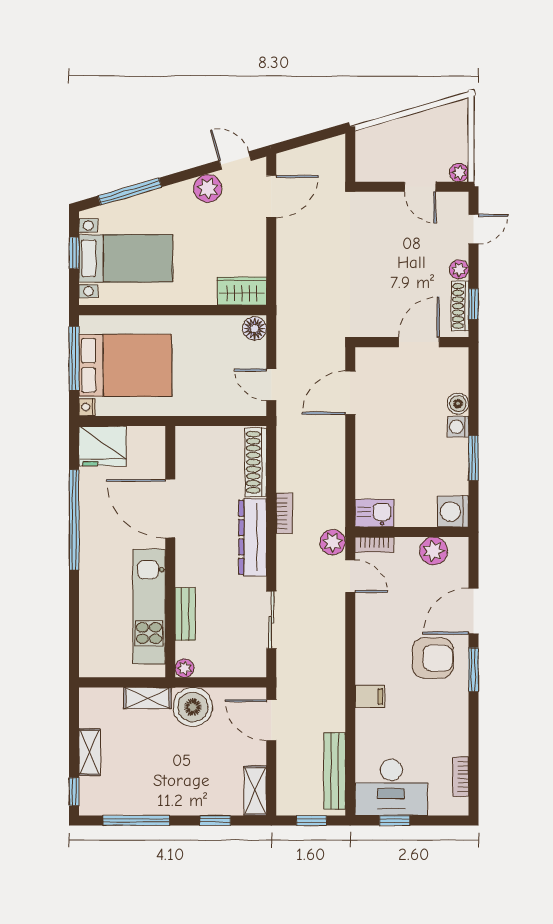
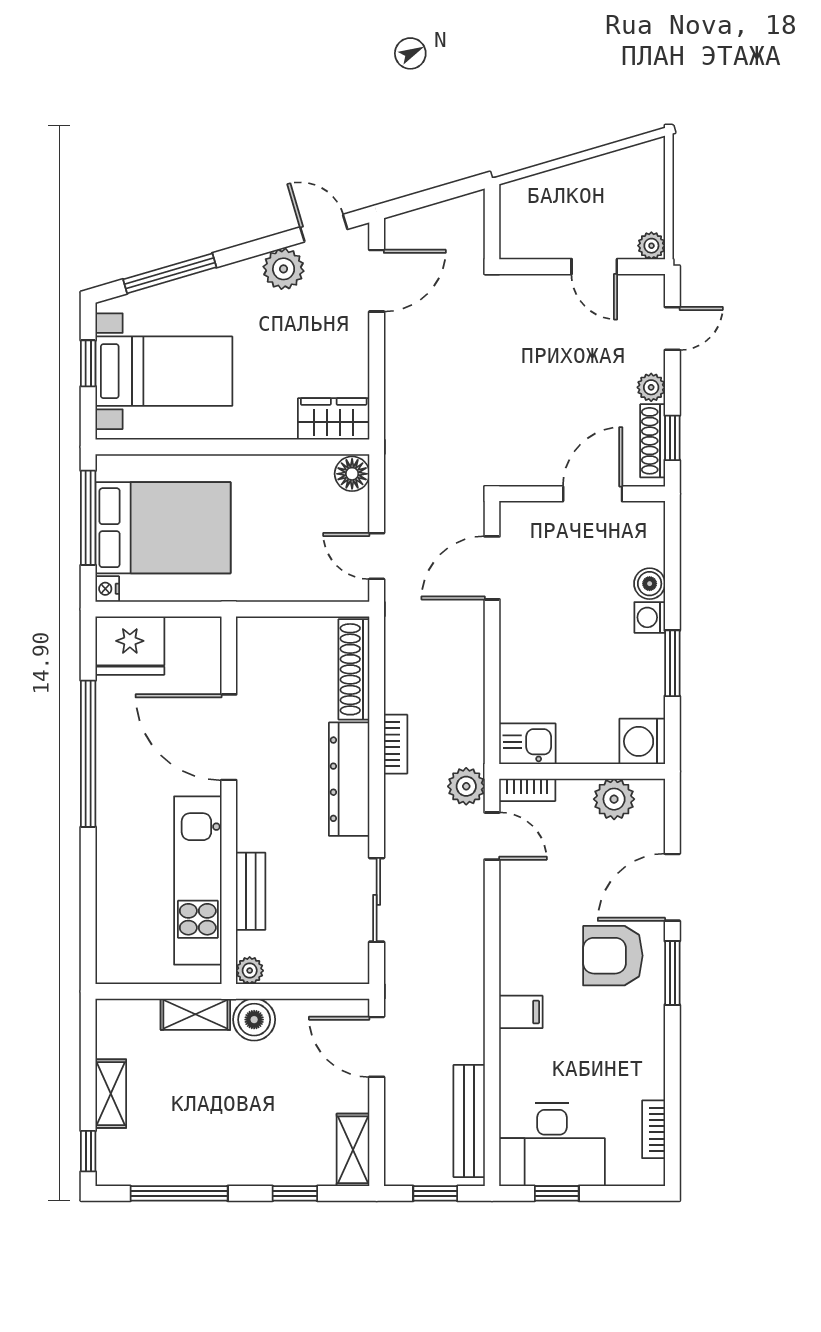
armchair: (433, 658) -> (613, 956), turned 180
boiler: (193, 707) -> (254, 1020), width x0.73, depth x0.73

